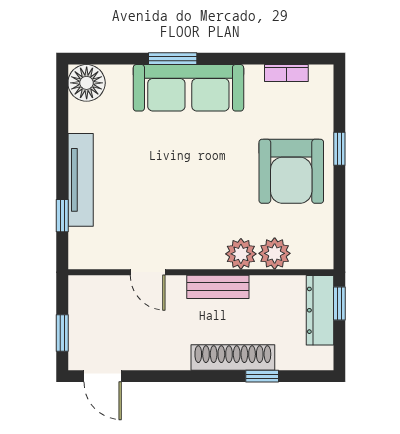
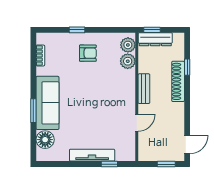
floor lamp: (87, 83) -> (45, 140), moved
armchair: (291, 171) -> (88, 53), width x0.53, depth x0.53
plant: (241, 254) -> (128, 45), moved

